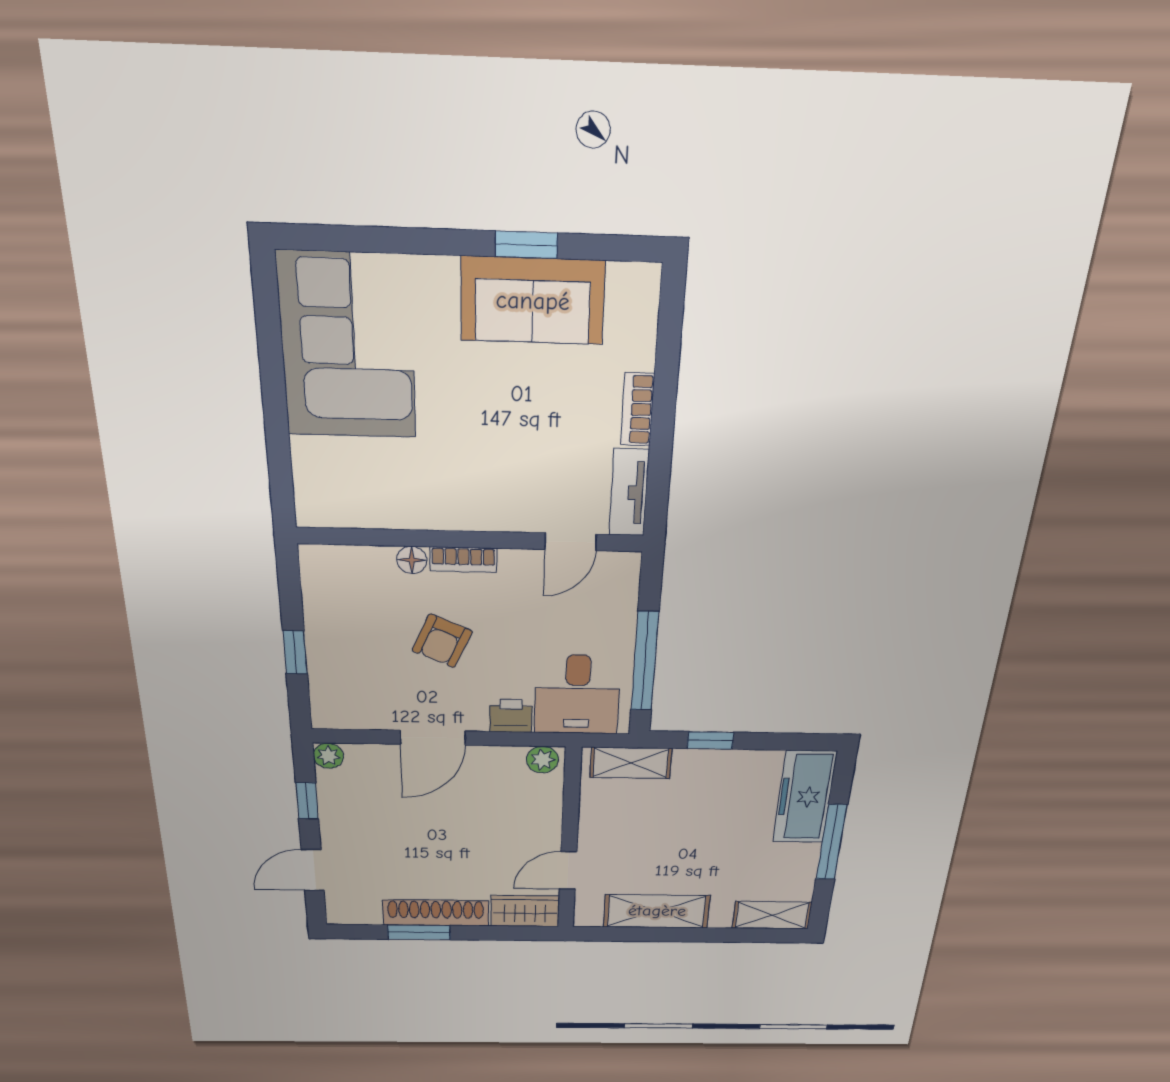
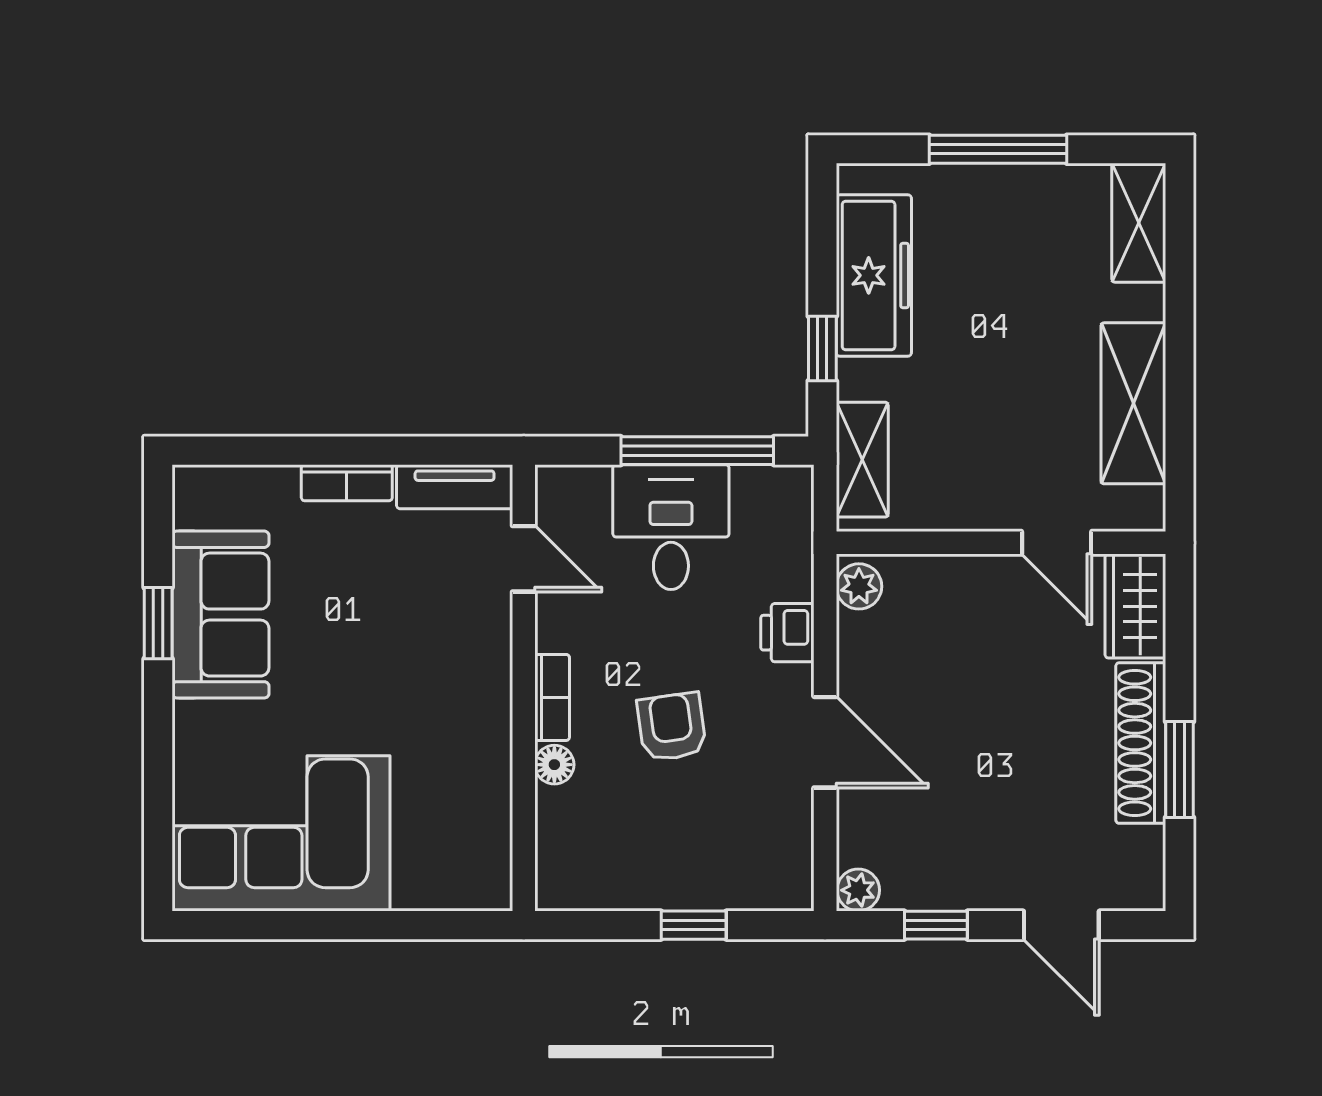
armchair: (442, 641) -> (672, 727), turned -122
desk: (577, 695) -> (671, 527), moved, turned -90
freezer: (805, 797) -> (874, 275), moved, turned -90

